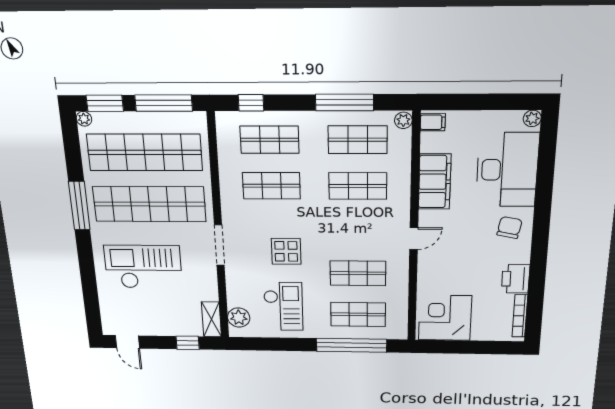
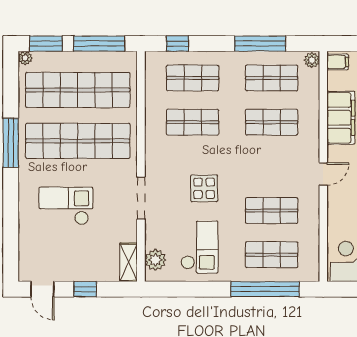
doorway: (219, 245) -> (141, 198), moved
checkout: (143, 267) -> (66, 206), width x0.73, depth x0.83
window: (188, 343) -> (85, 289), moved

